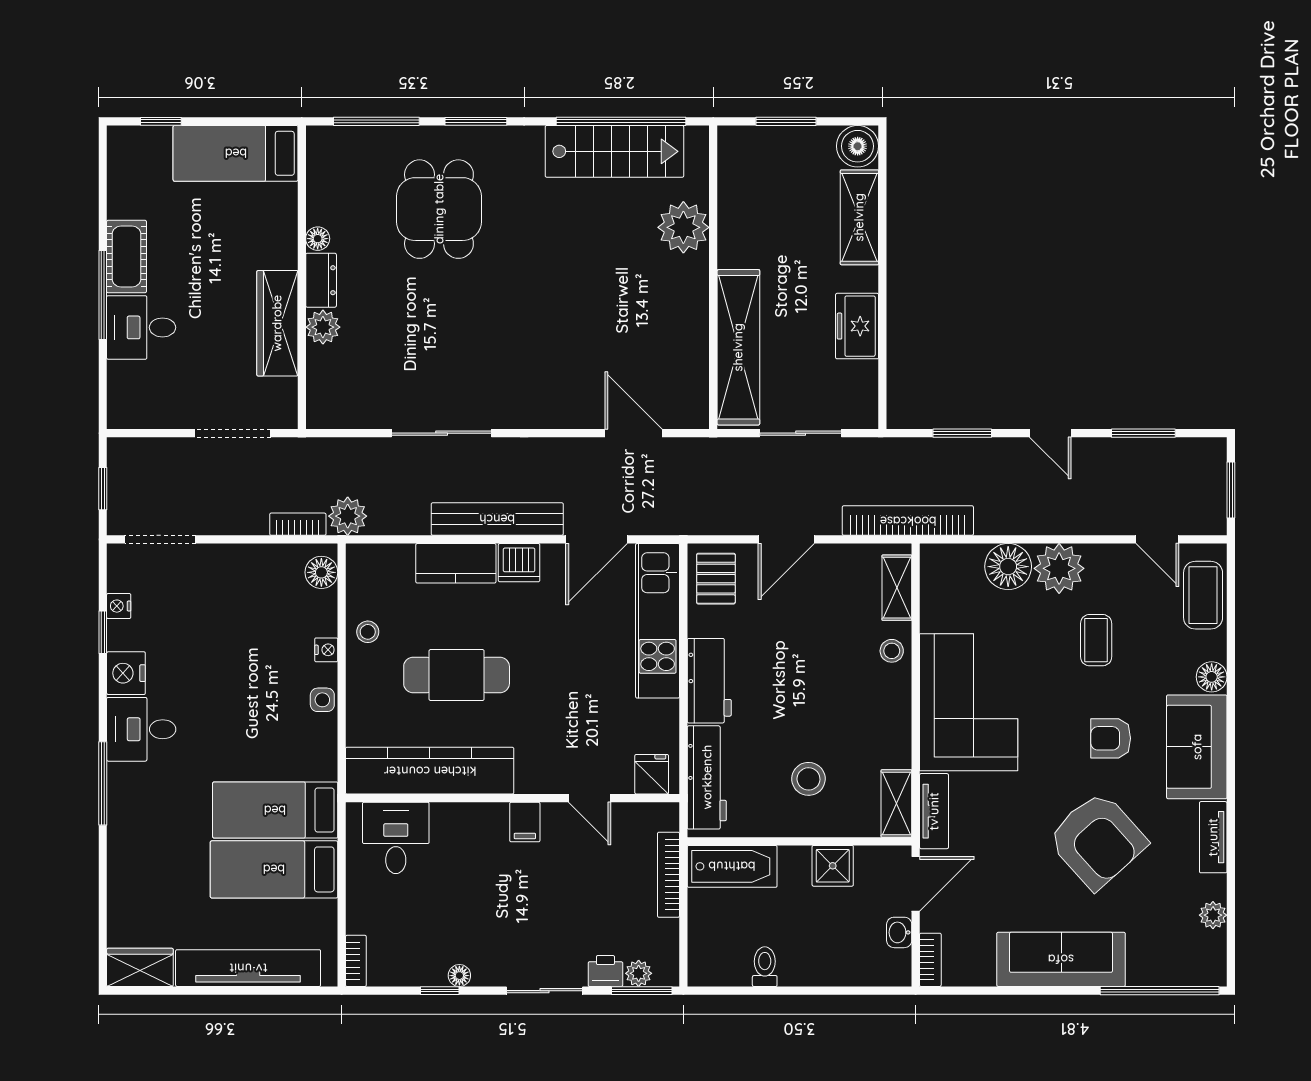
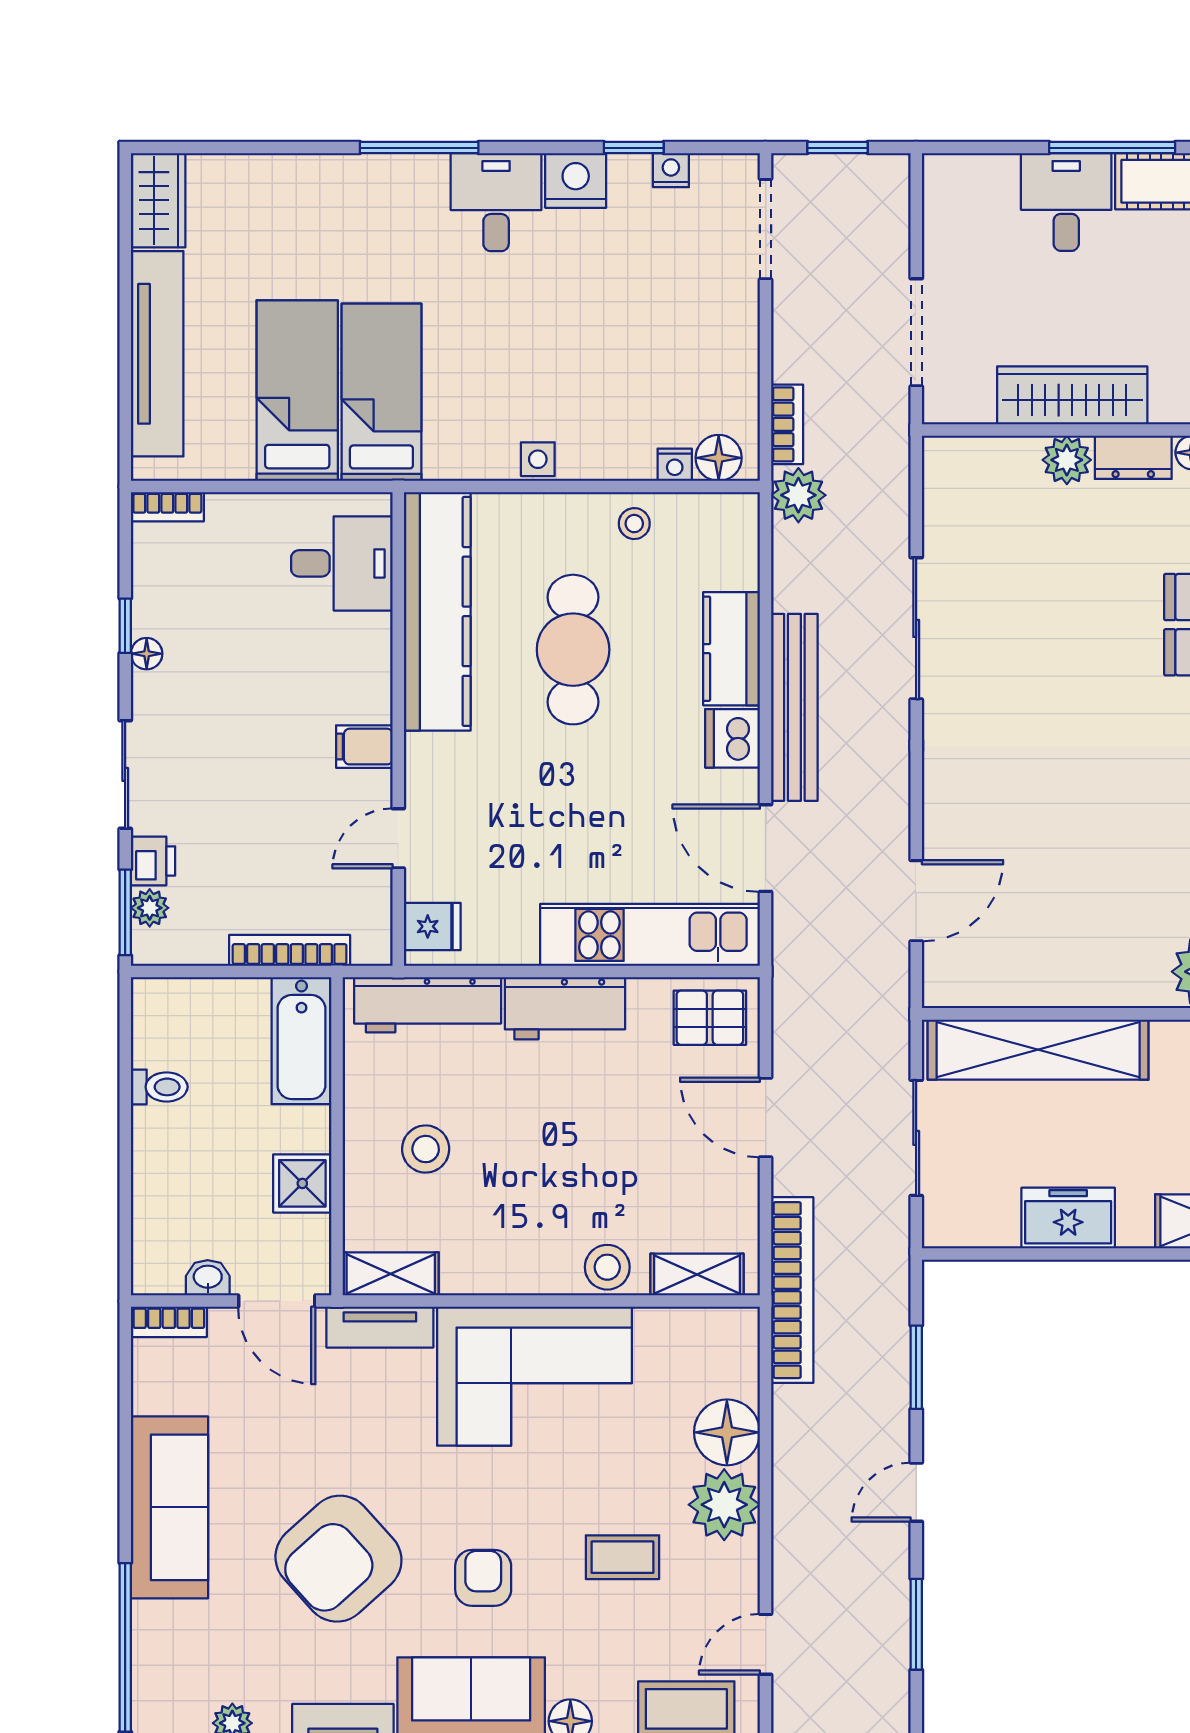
nightstand: (326, 650) -> (675, 465), moved
stool: (892, 651) -> (607, 1267), width x1.37, depth x1.37

